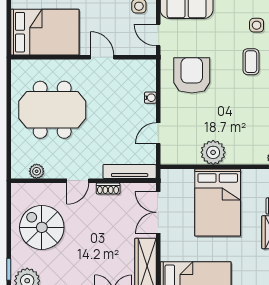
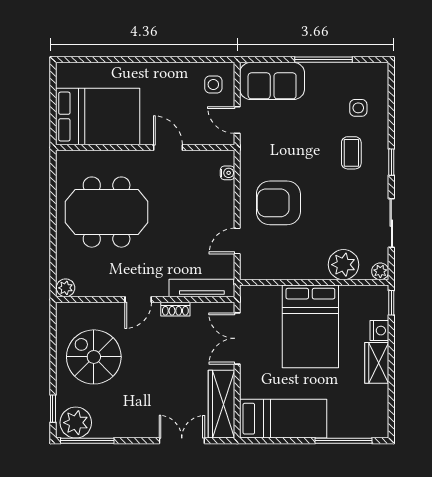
armchair: (192, 75) -> (278, 203), moved, turned -90
water cooler: (150, 98) -> (228, 173), moved
plant: (213, 152) -> (344, 265), moved
plant: (37, 171) -> (66, 288), moved

